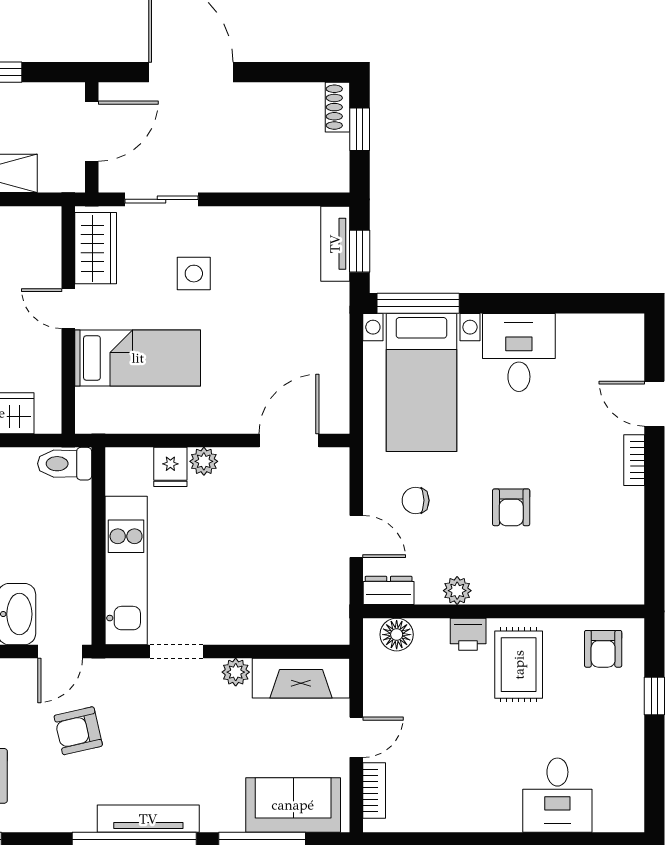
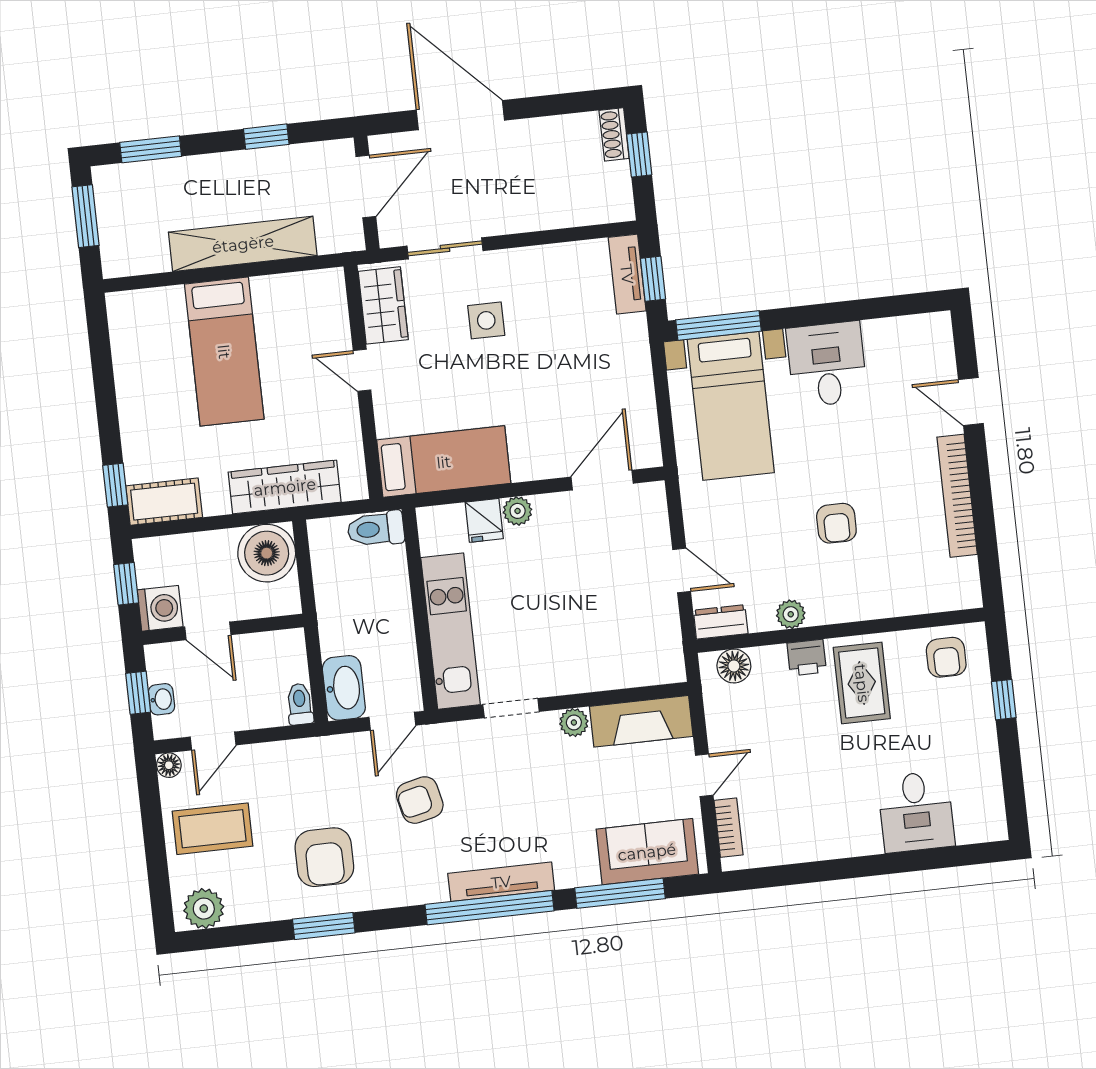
bed: (138, 358) -> (444, 462), moved
bookcase: (634, 460) -> (957, 496), width x2.31, depth x1.31
chair: (416, 500) -> (738, 527), removed

